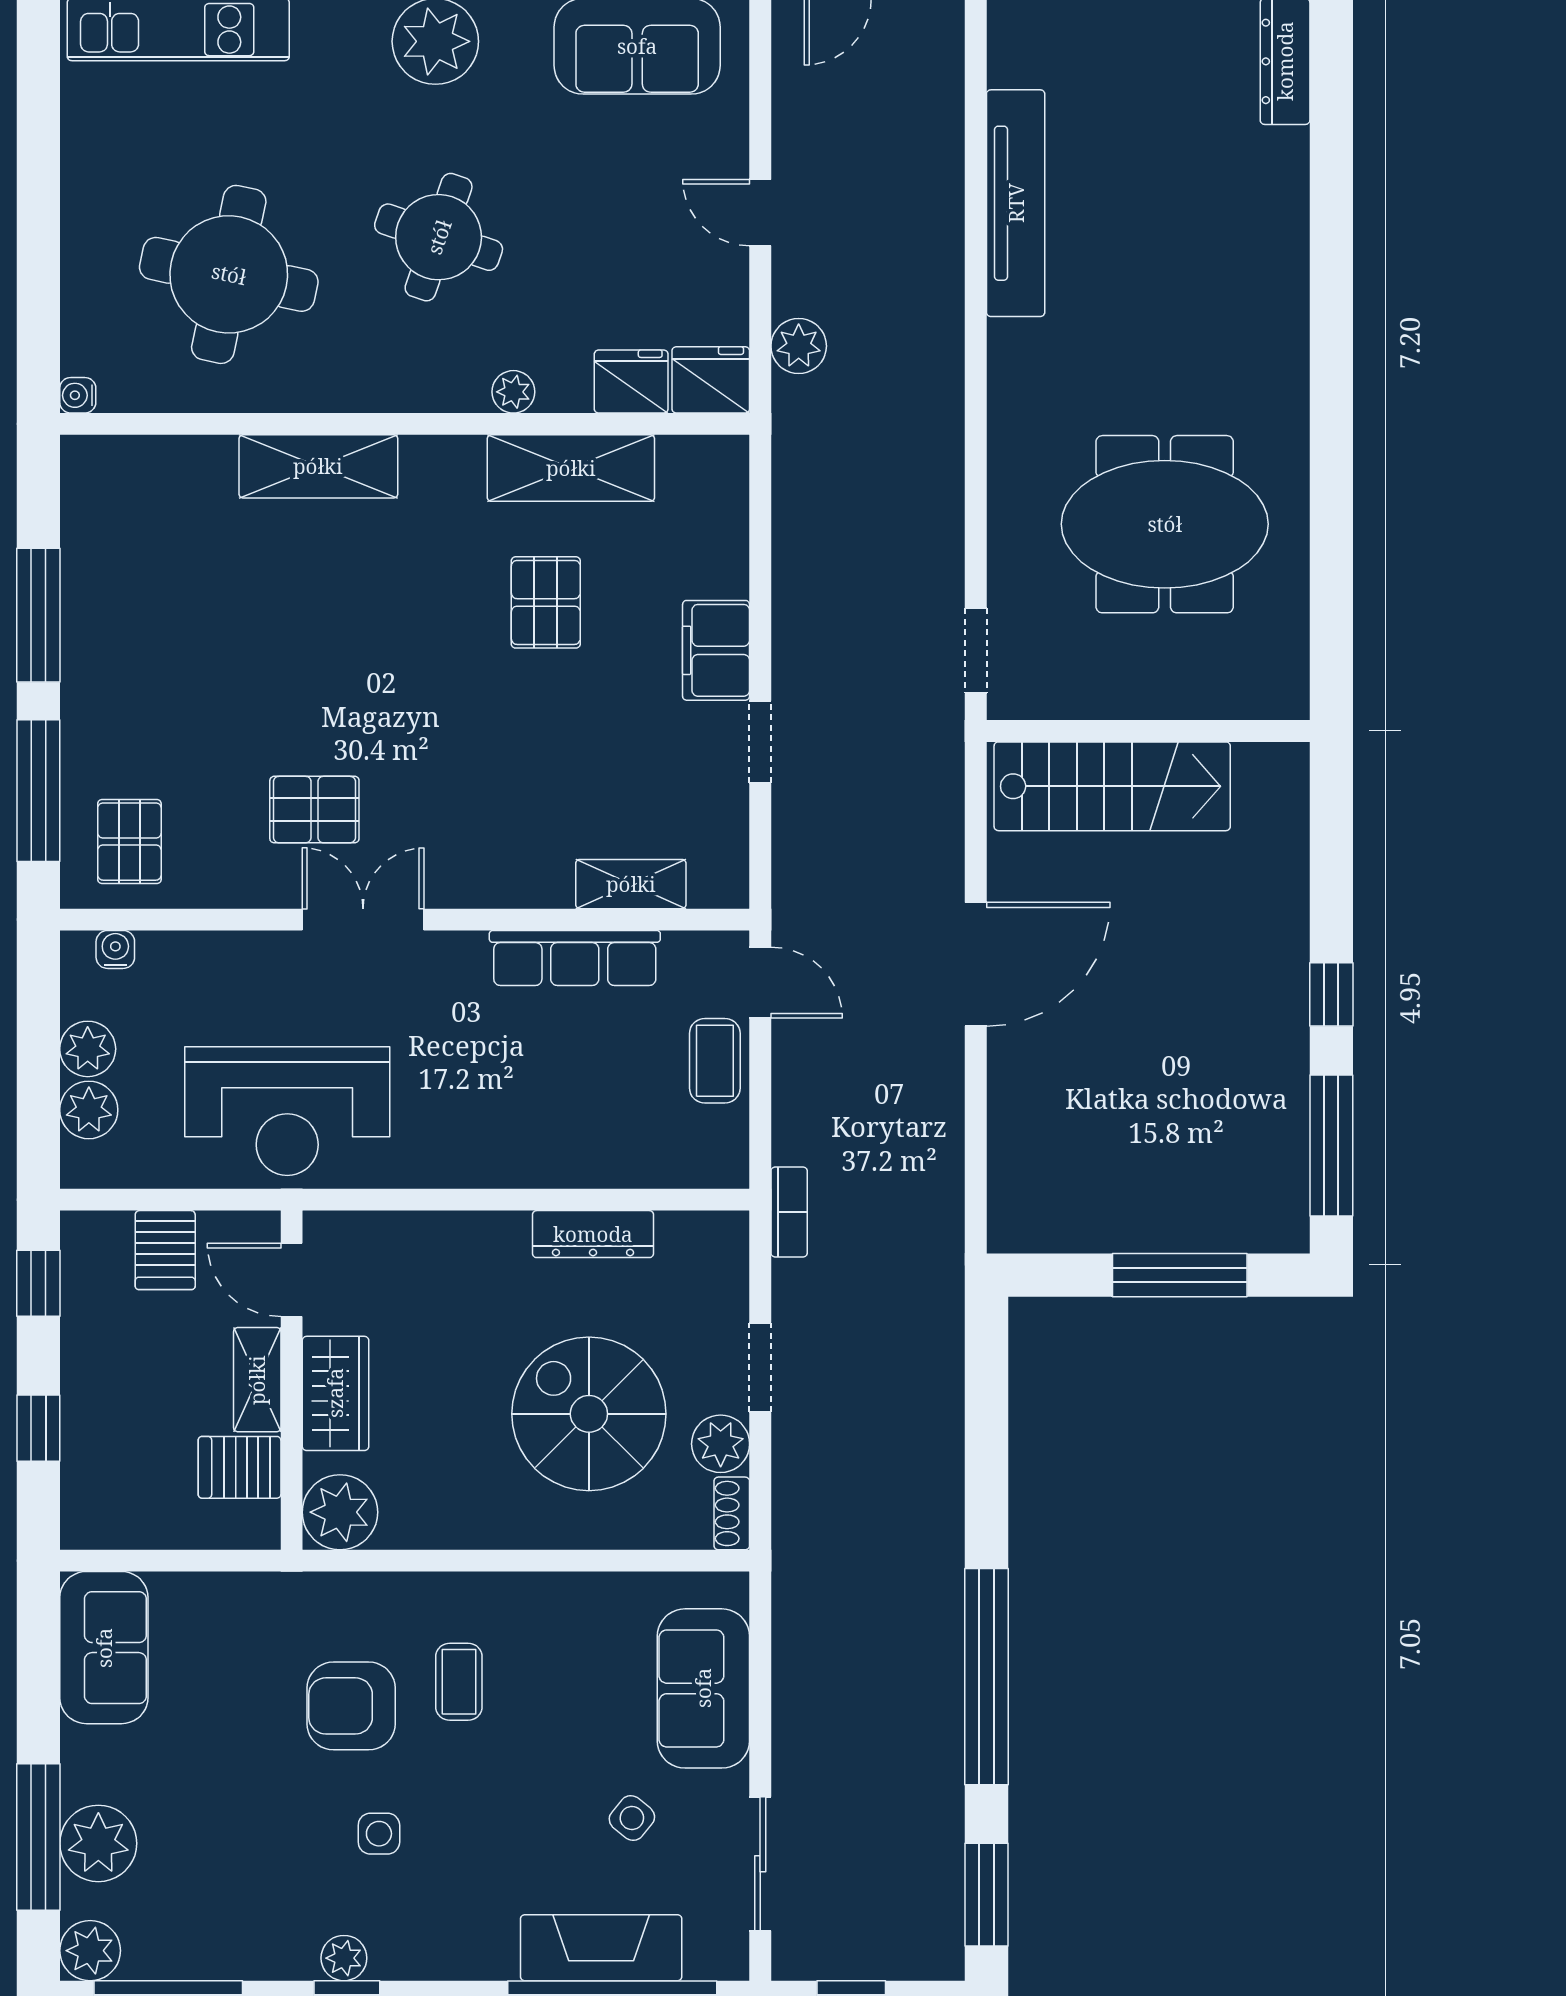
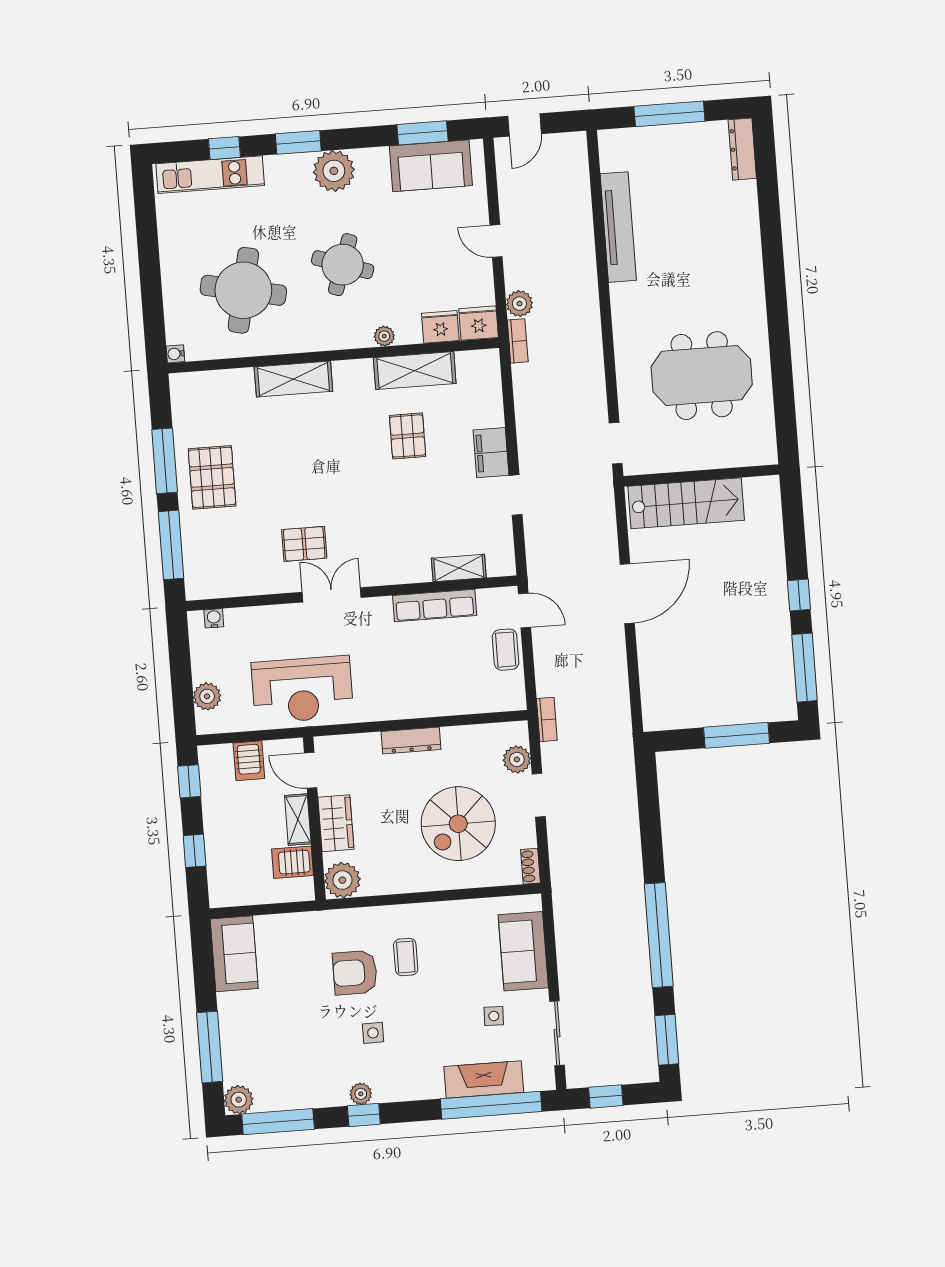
bookcase: (789, 423) -> (518, 341), added
pallet: (129, 842) -> (212, 477), moved, width x1.50, depth x1.42
plant: (88, 1049) -> (204, 667), removed
dresser: (593, 1234) -> (411, 741), moved
spiral stairs: (589, 1414) -> (458, 824), turned -90
plant: (721, 1444) -> (517, 759), moved
side table: (632, 1818) -> (494, 1016), turned -37
plant: (98, 1843) -> (239, 1048), removed

